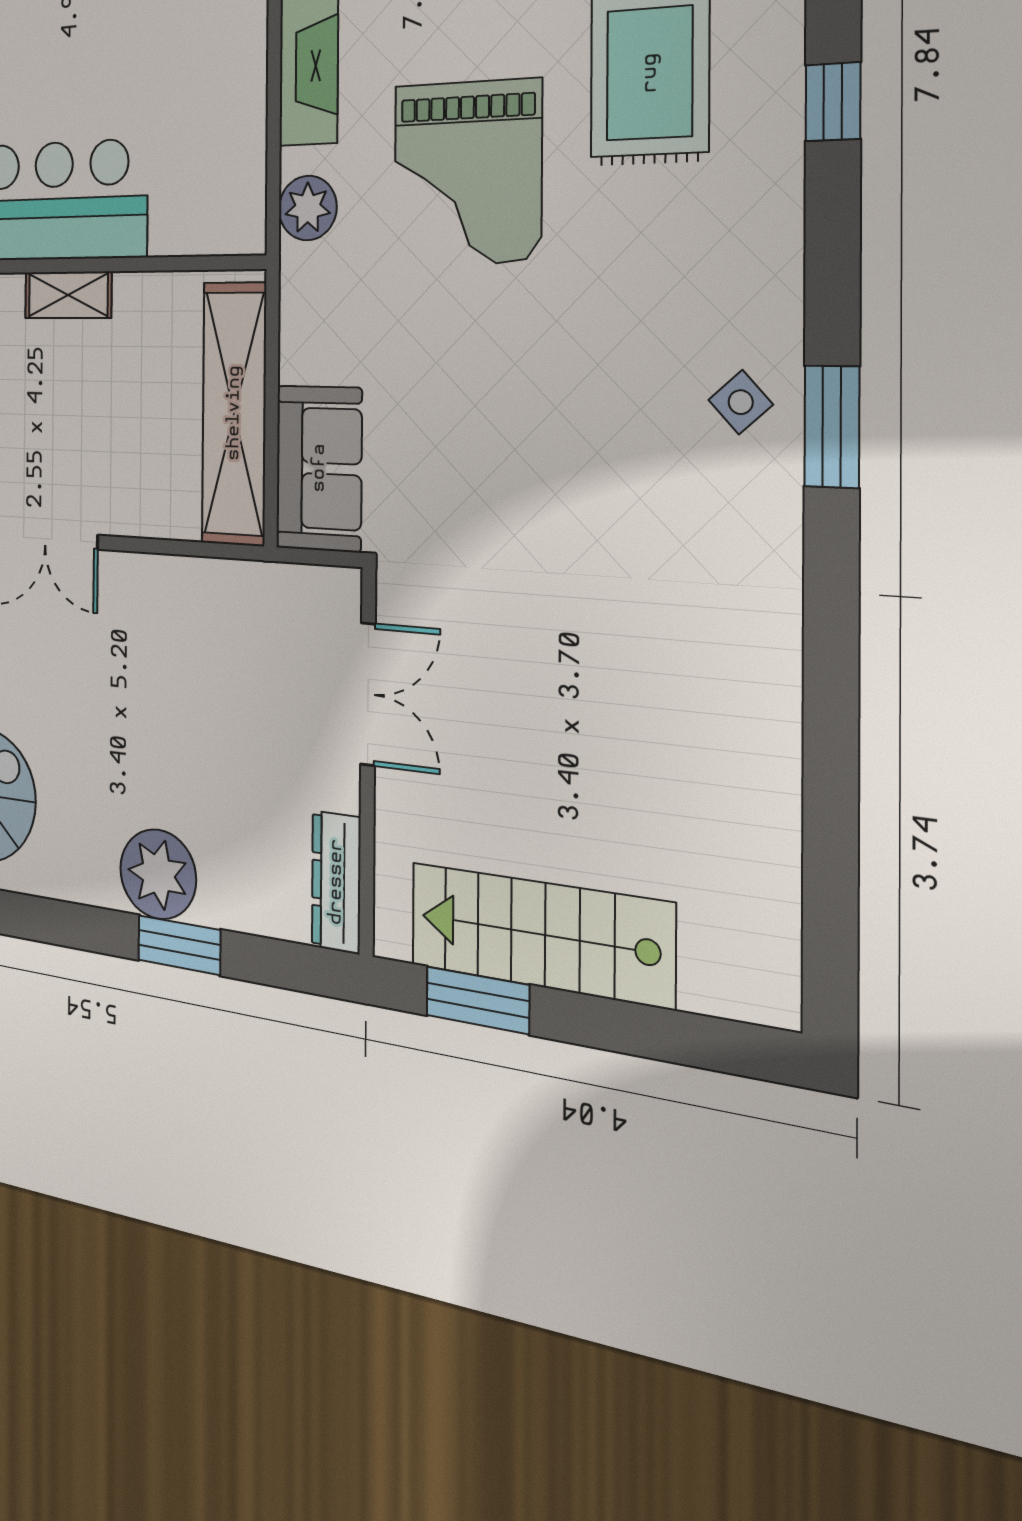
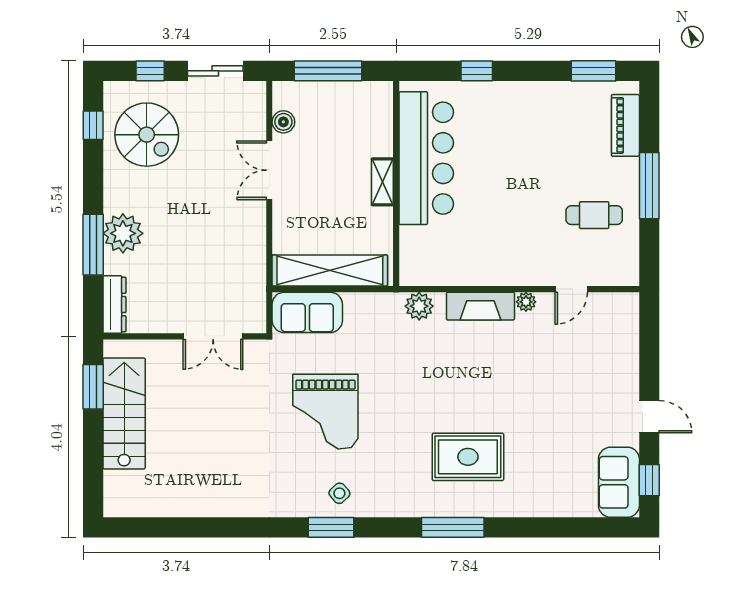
window: (833, 102) -> (453, 527), width x2.17
grand piano: (467, 173) -> (325, 412), moved, turned -90
dresser: (336, 882) -> (114, 305), moved, turned 90
window: (179, 945) -> (93, 245), width x1.44

